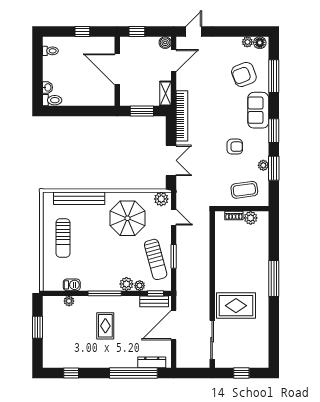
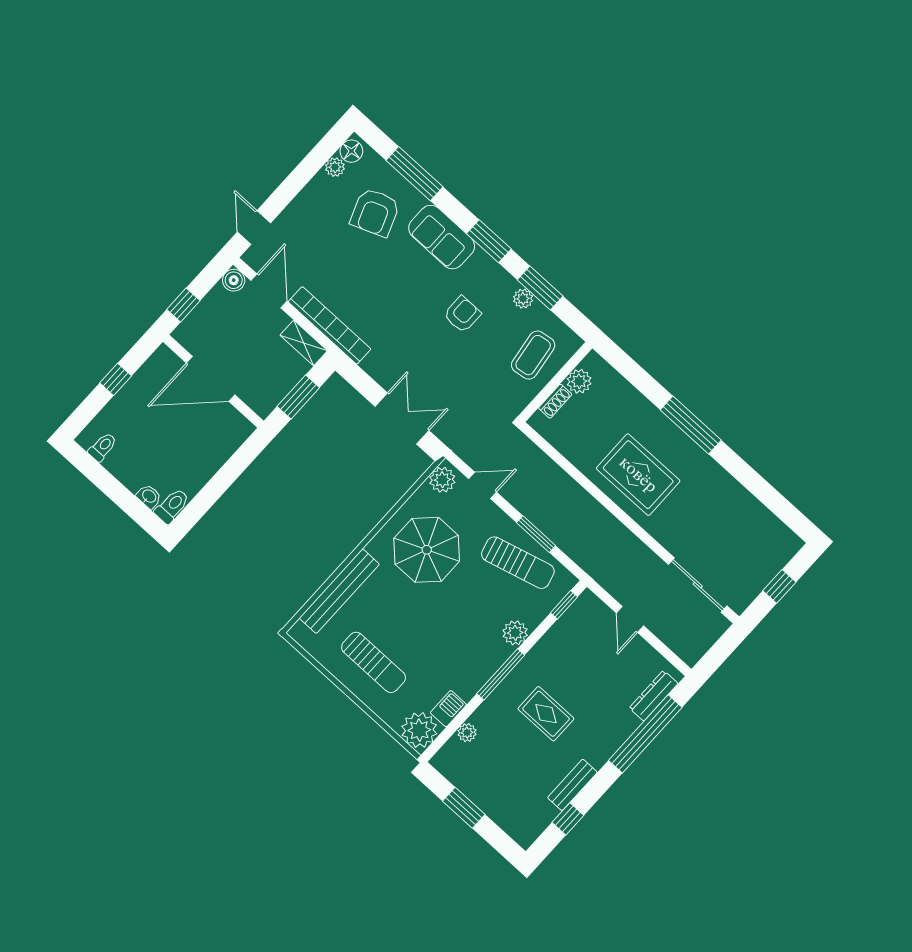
bookcase: (182, 116) -> (330, 325), moved
plant: (140, 286) -> (419, 730), moved, width x1.88, depth x1.88
bench: (154, 301) -> (572, 785), moved
rug: (236, 306) -> (638, 475), moved, turned 90
door: (174, 325) -> (630, 619), width x0.53

